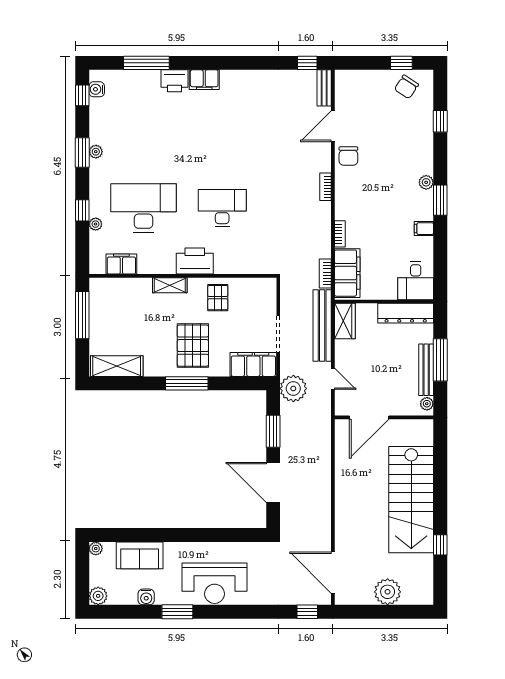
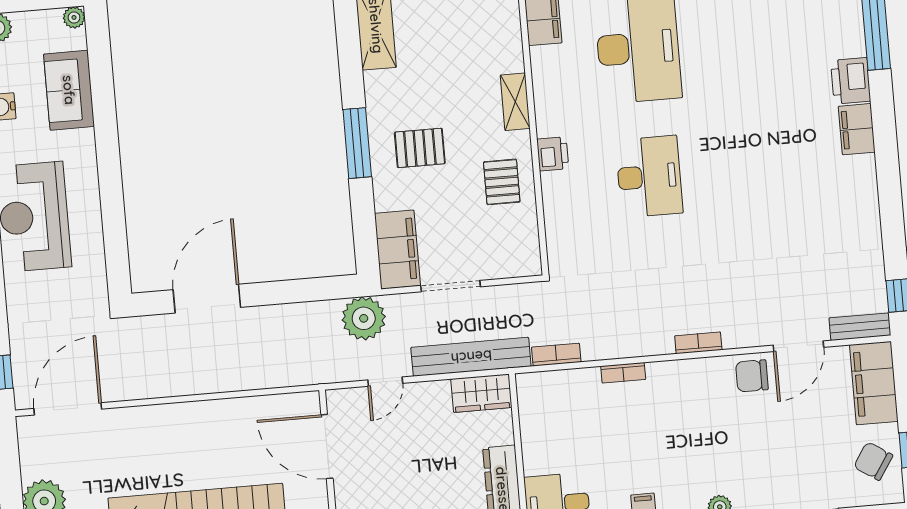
door: (333, 126) -> (798, 346), swing flipped
printer: (195, 261) -> (553, 154), width x0.53, depth x0.68
filing cabinet: (347, 273) -> (874, 383), moved, turned 90
pallet: (218, 298) -> (502, 182), turned 90
pallet: (193, 346) -> (420, 148), width x0.67, depth x0.71
window: (273, 431) -> (291, 291), removed

